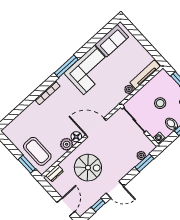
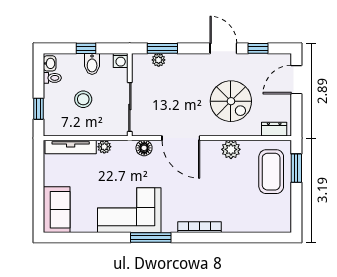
sofa: (112, 41) -> (57, 210), moved, turned 90
floor lamp: (76, 137) -> (144, 148), moved
spiral stairs: (88, 168) -> (231, 101), turned 180

